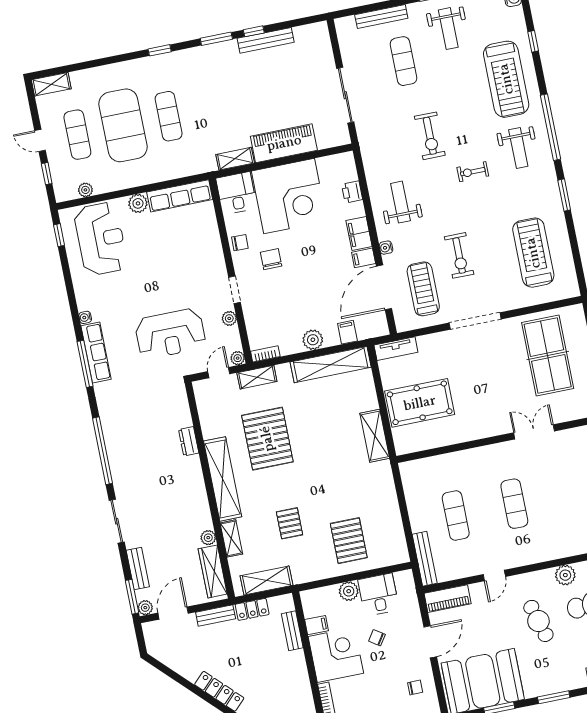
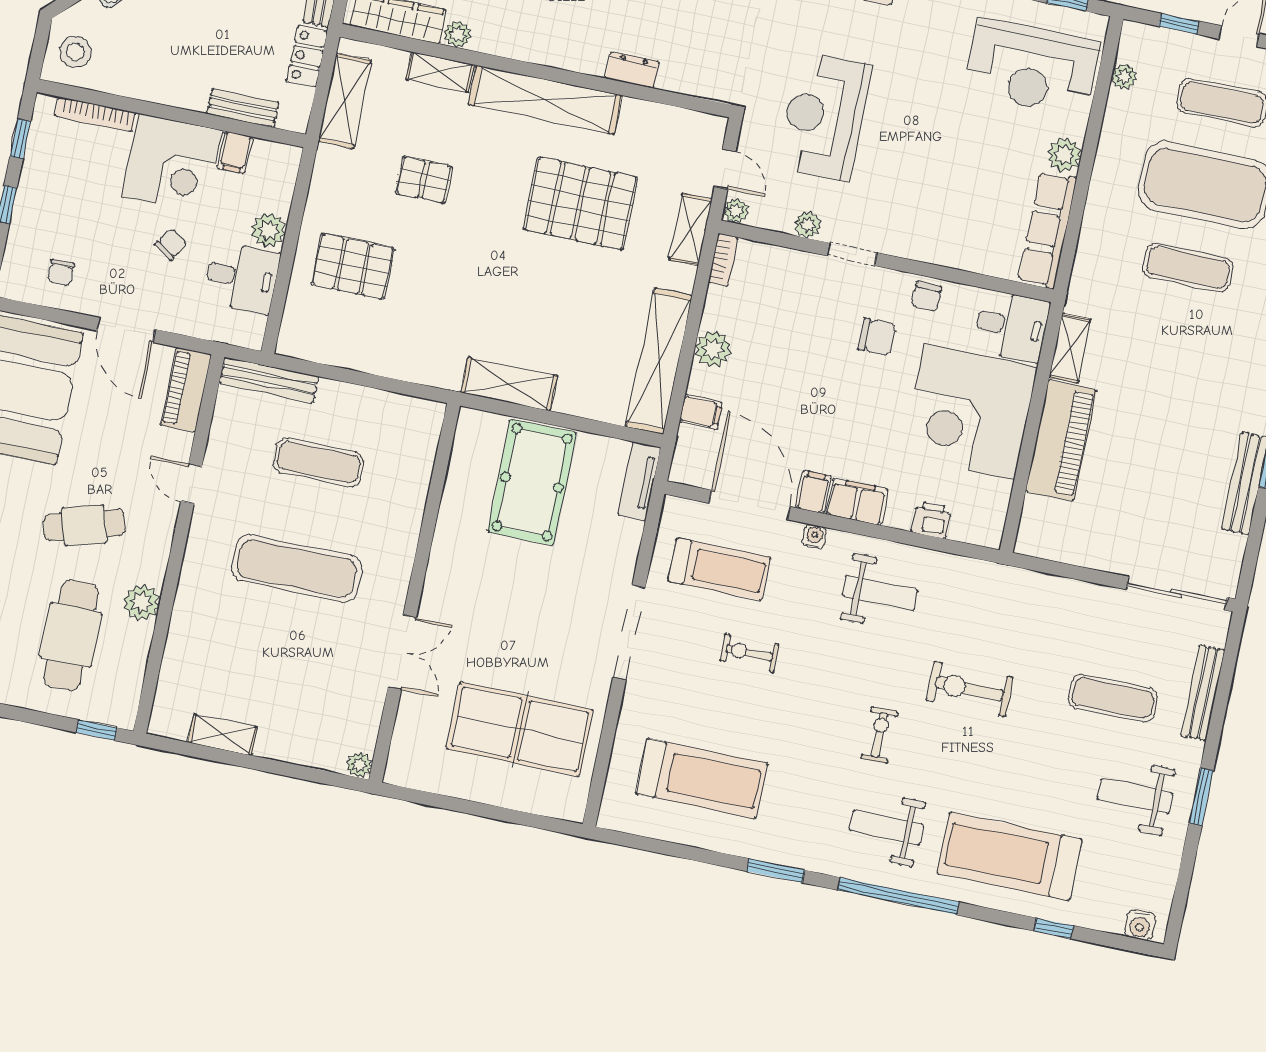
sliding door: (345, 95) -> (1177, 593), moved
exercise bike: (459, 255) -> (749, 653), width x0.73, depth x0.72
exercise mat: (514, 504) -> (297, 568), width x1.36, depth x1.45

